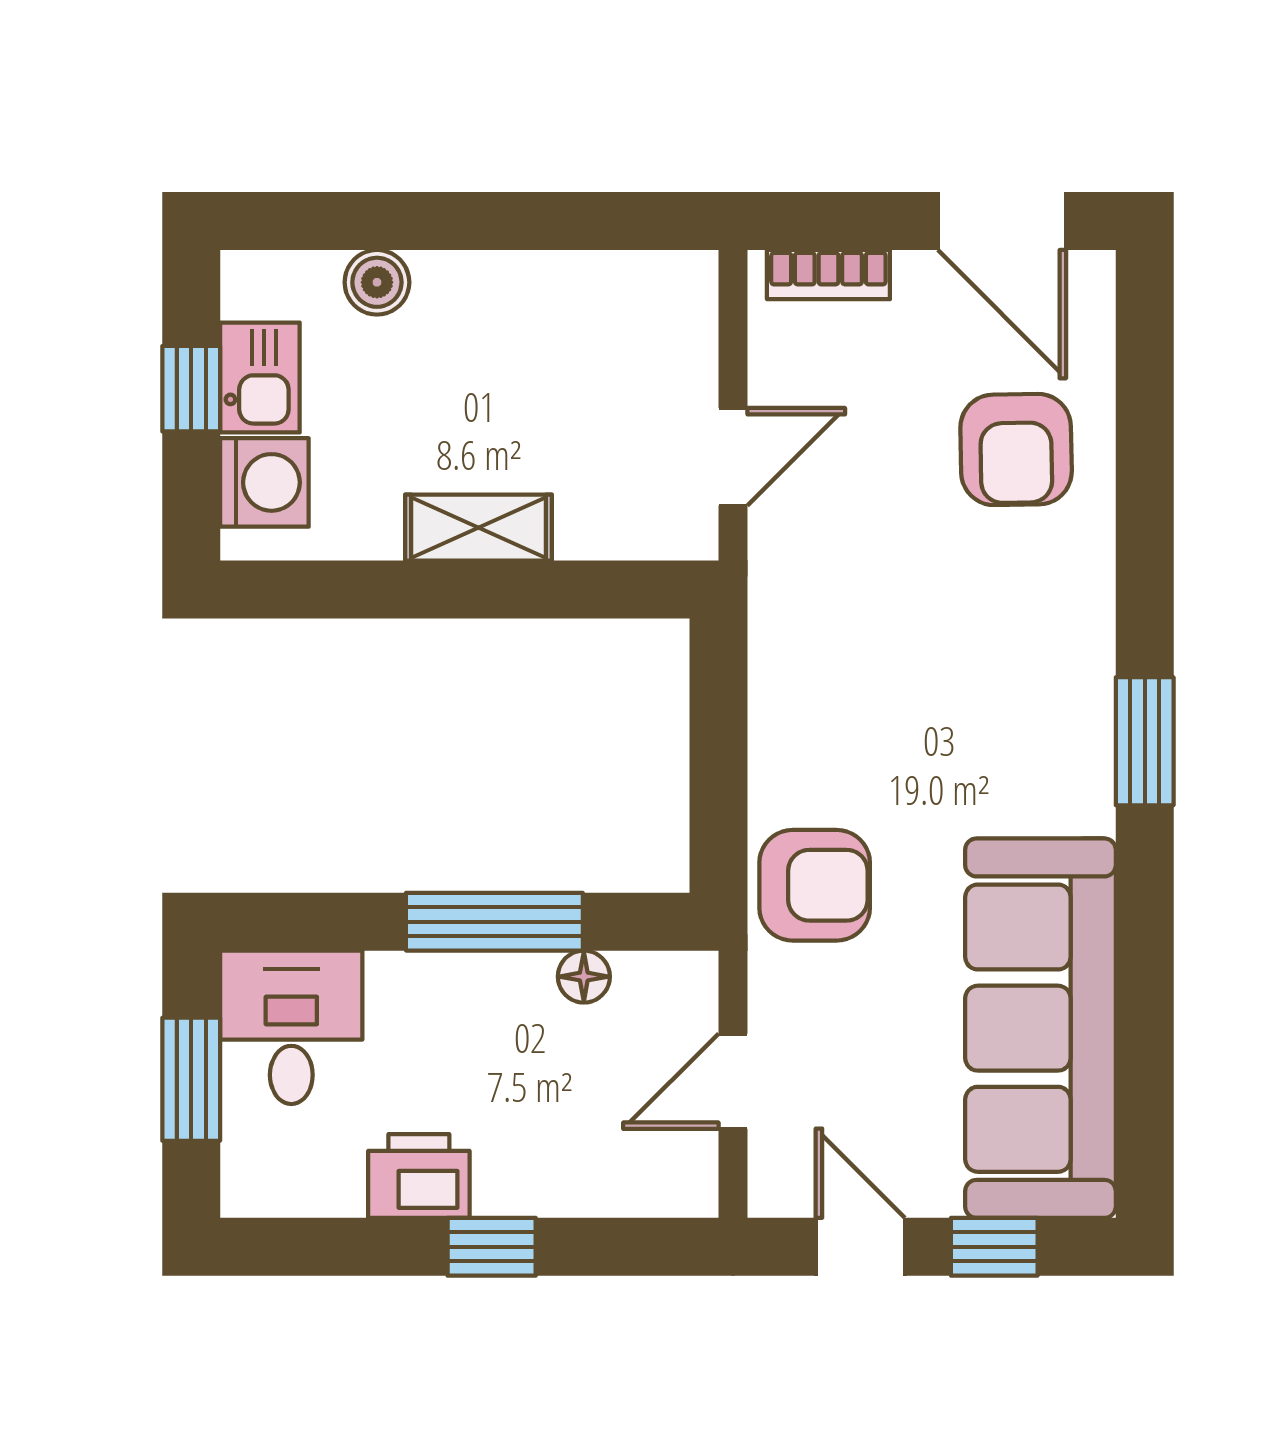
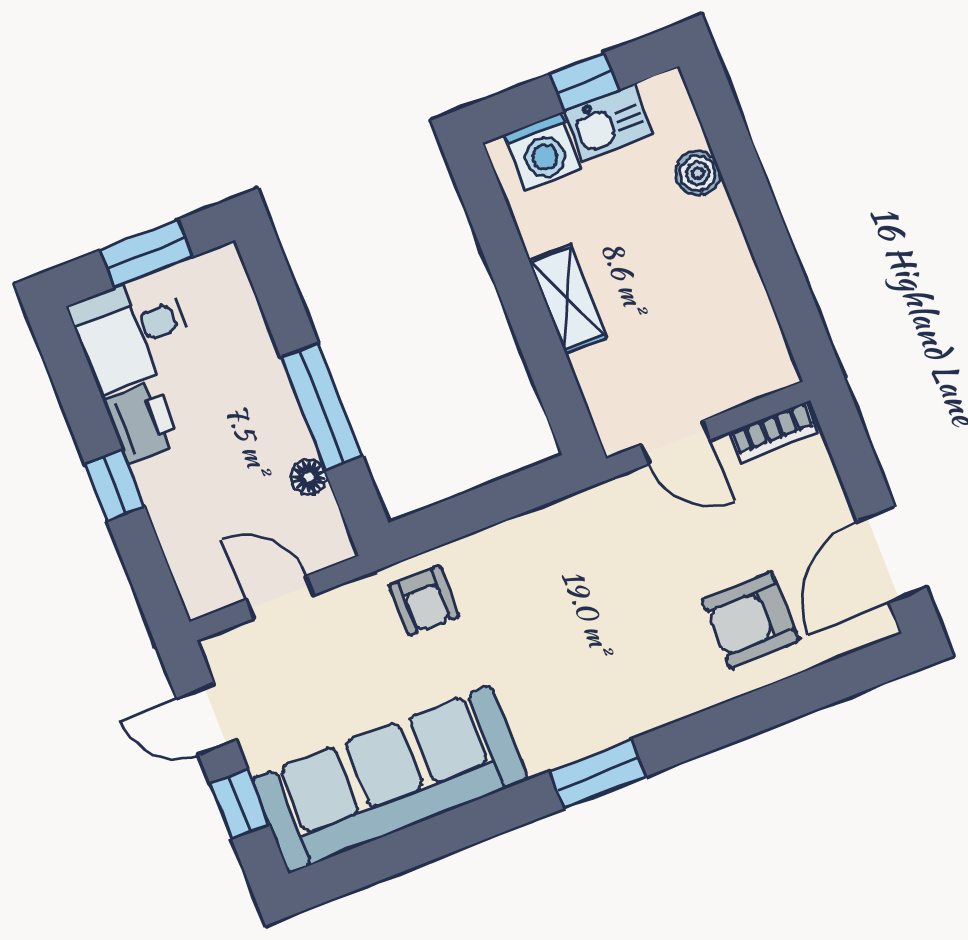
bookcase: (828, 275) -> (773, 433), moved, turned -90
armchair: (815, 885) -> (424, 600), width x0.72, depth x0.72
desk: (291, 1027) -> (132, 332), moved, turned 180
door: (860, 1247) -> (206, 719), swing flipped

